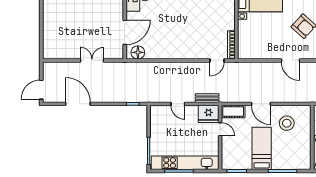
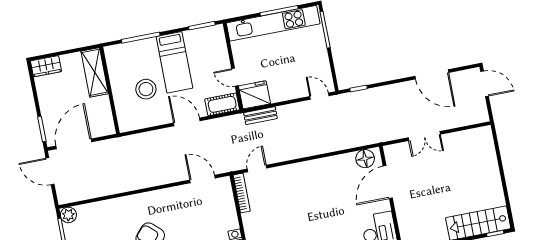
door: (291, 60) -> (203, 179), moved
door: (41, 90) -> (485, 84), hinge flipped
door: (178, 104) -> (319, 96), moved
stool: (287, 123) -> (146, 89), moved

